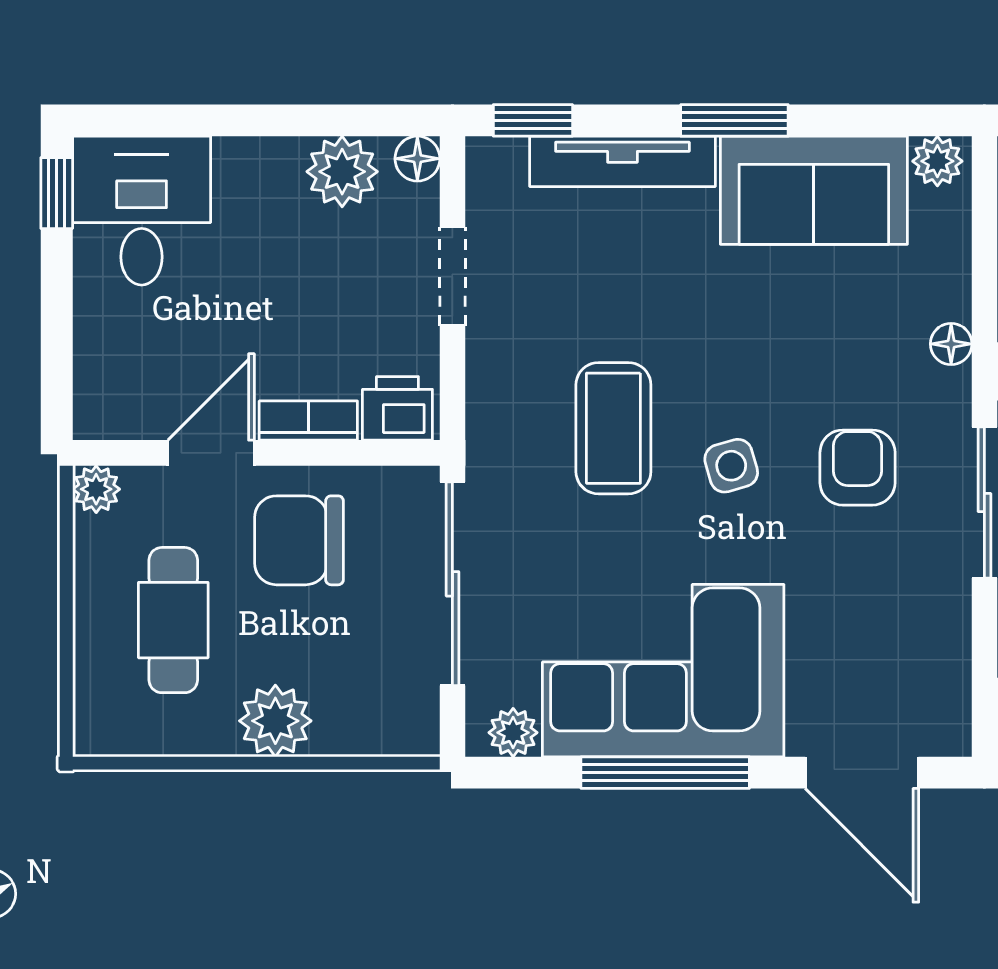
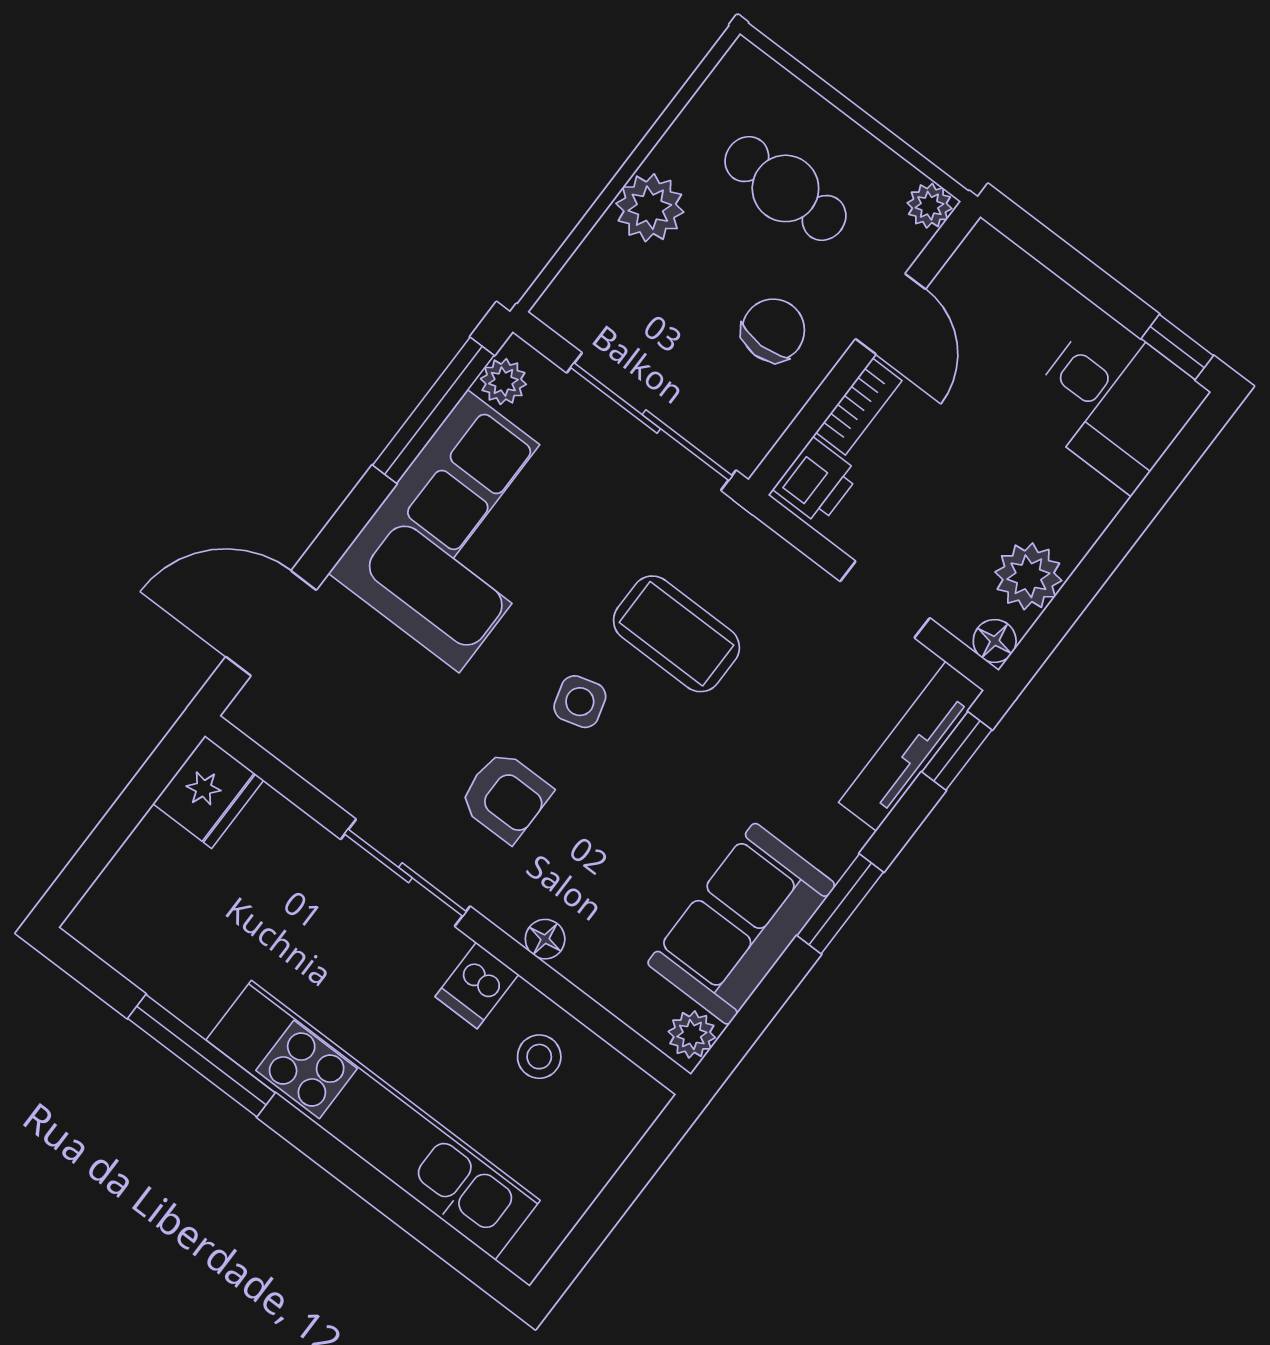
tv unit: (622, 161) -> (911, 746), moved
chair: (299, 540) -> (773, 330), width x0.73, depth x0.73
window: (665, 773) -> (433, 410), moved

